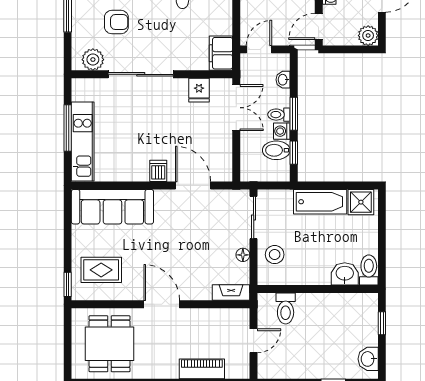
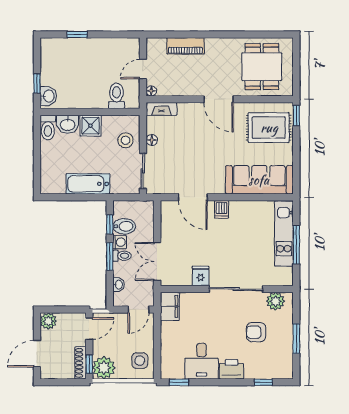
fridge: (199, 90) -> (201, 276), moved
shower: (361, 202) -> (90, 126), moved
rug: (101, 270) -> (269, 128), width x1.36, depth x1.43
floor lamp: (243, 314) -> (151, 91), added
washbasin: (368, 359) -> (48, 96), moved

